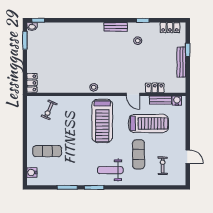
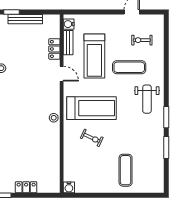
locker: (32, 83) -> (26, 187), moved
door: (133, 94) -> (62, 74), hinge flipped
exercise bike: (49, 110) -> (92, 138), moved
treadmill: (149, 123) -> (94, 56), turned 180
water cooler: (32, 173) -> (69, 187), moved

